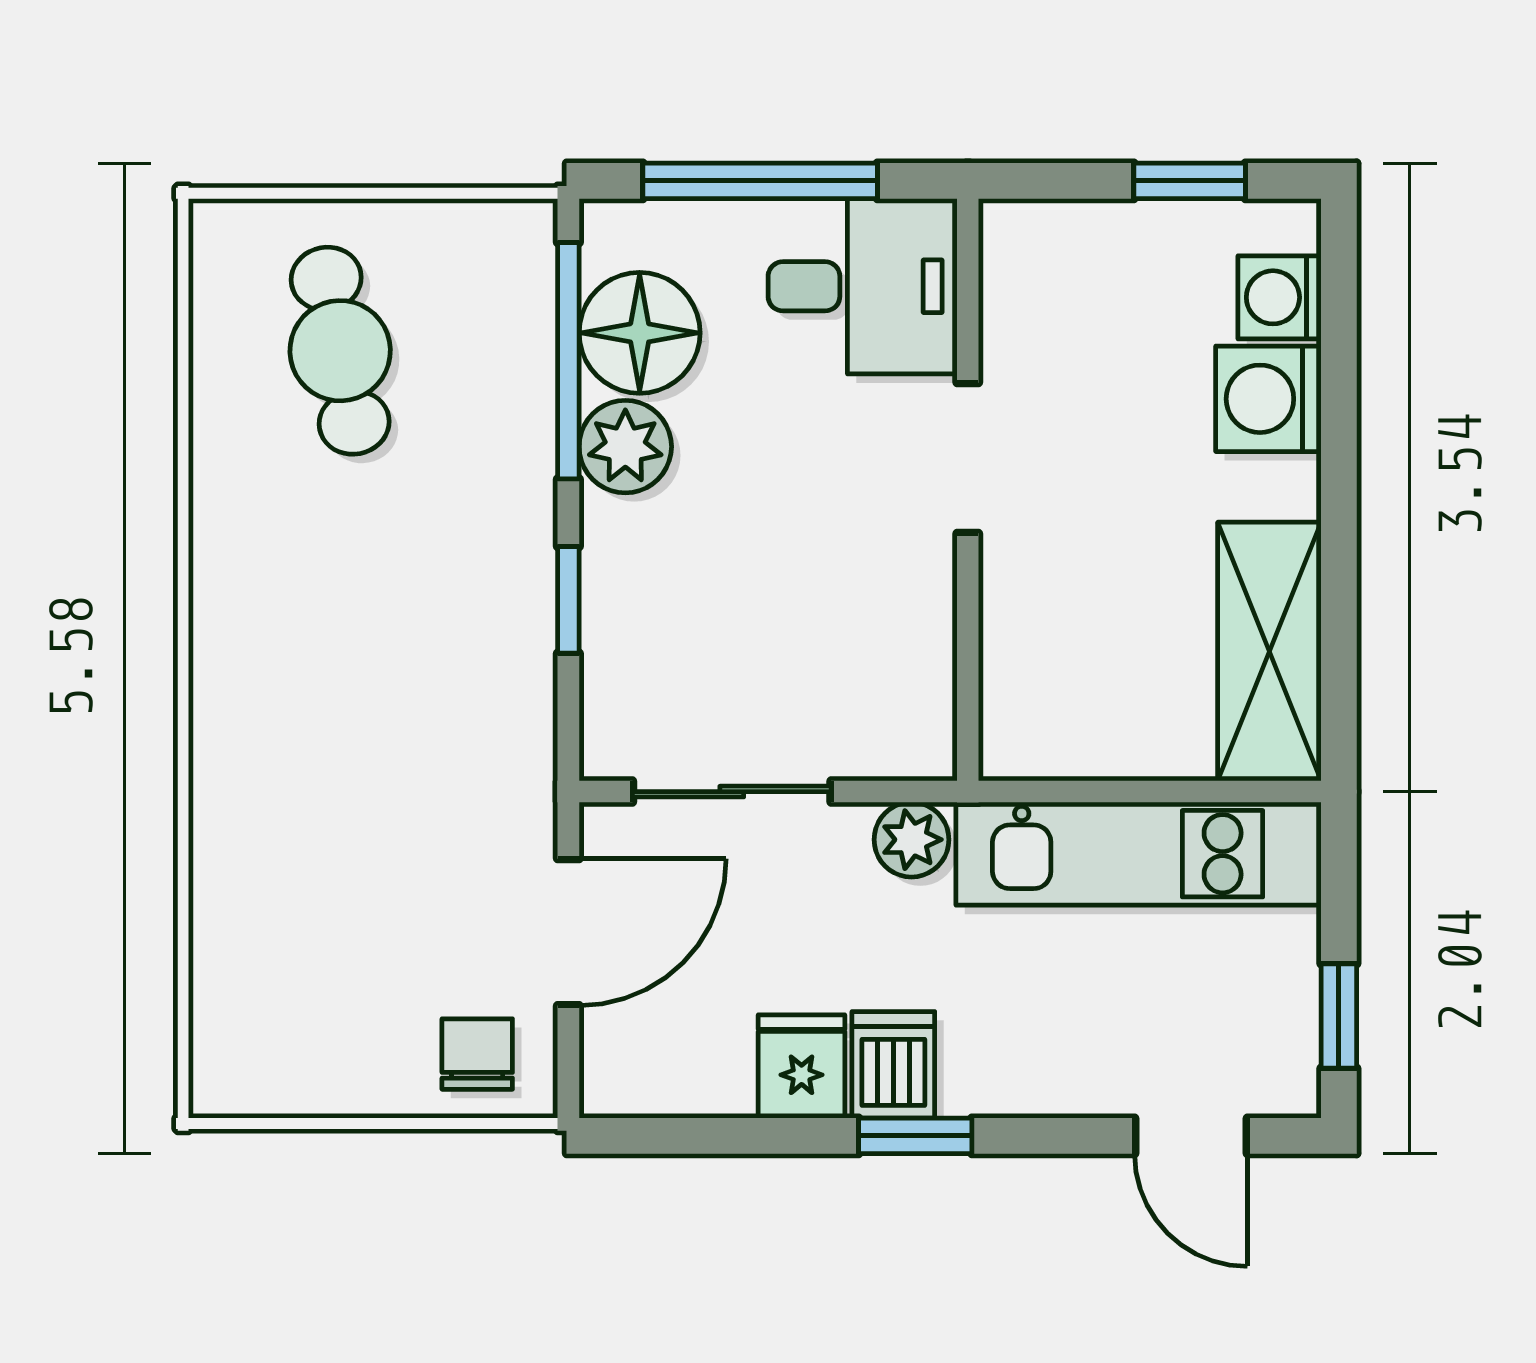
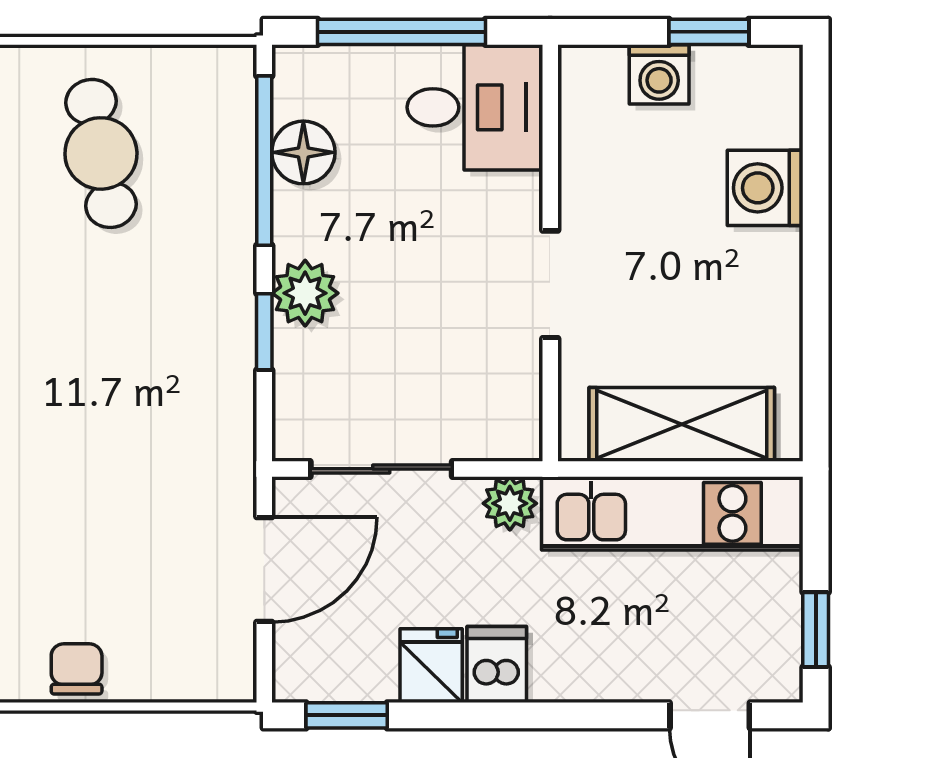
washing machine: (1280, 297) -> (659, 74), moved, turned -90
floor lamp: (640, 333) -> (303, 152), width x0.73, depth x0.73
plant: (625, 447) -> (305, 293), moved
doorway: (968, 458) -> (550, 284), moved
shelving: (1269, 652) -> (682, 424), moved, turned 90
chair: (477, 1054) -> (77, 669), moved
window: (915, 1136) -> (347, 715), moved

